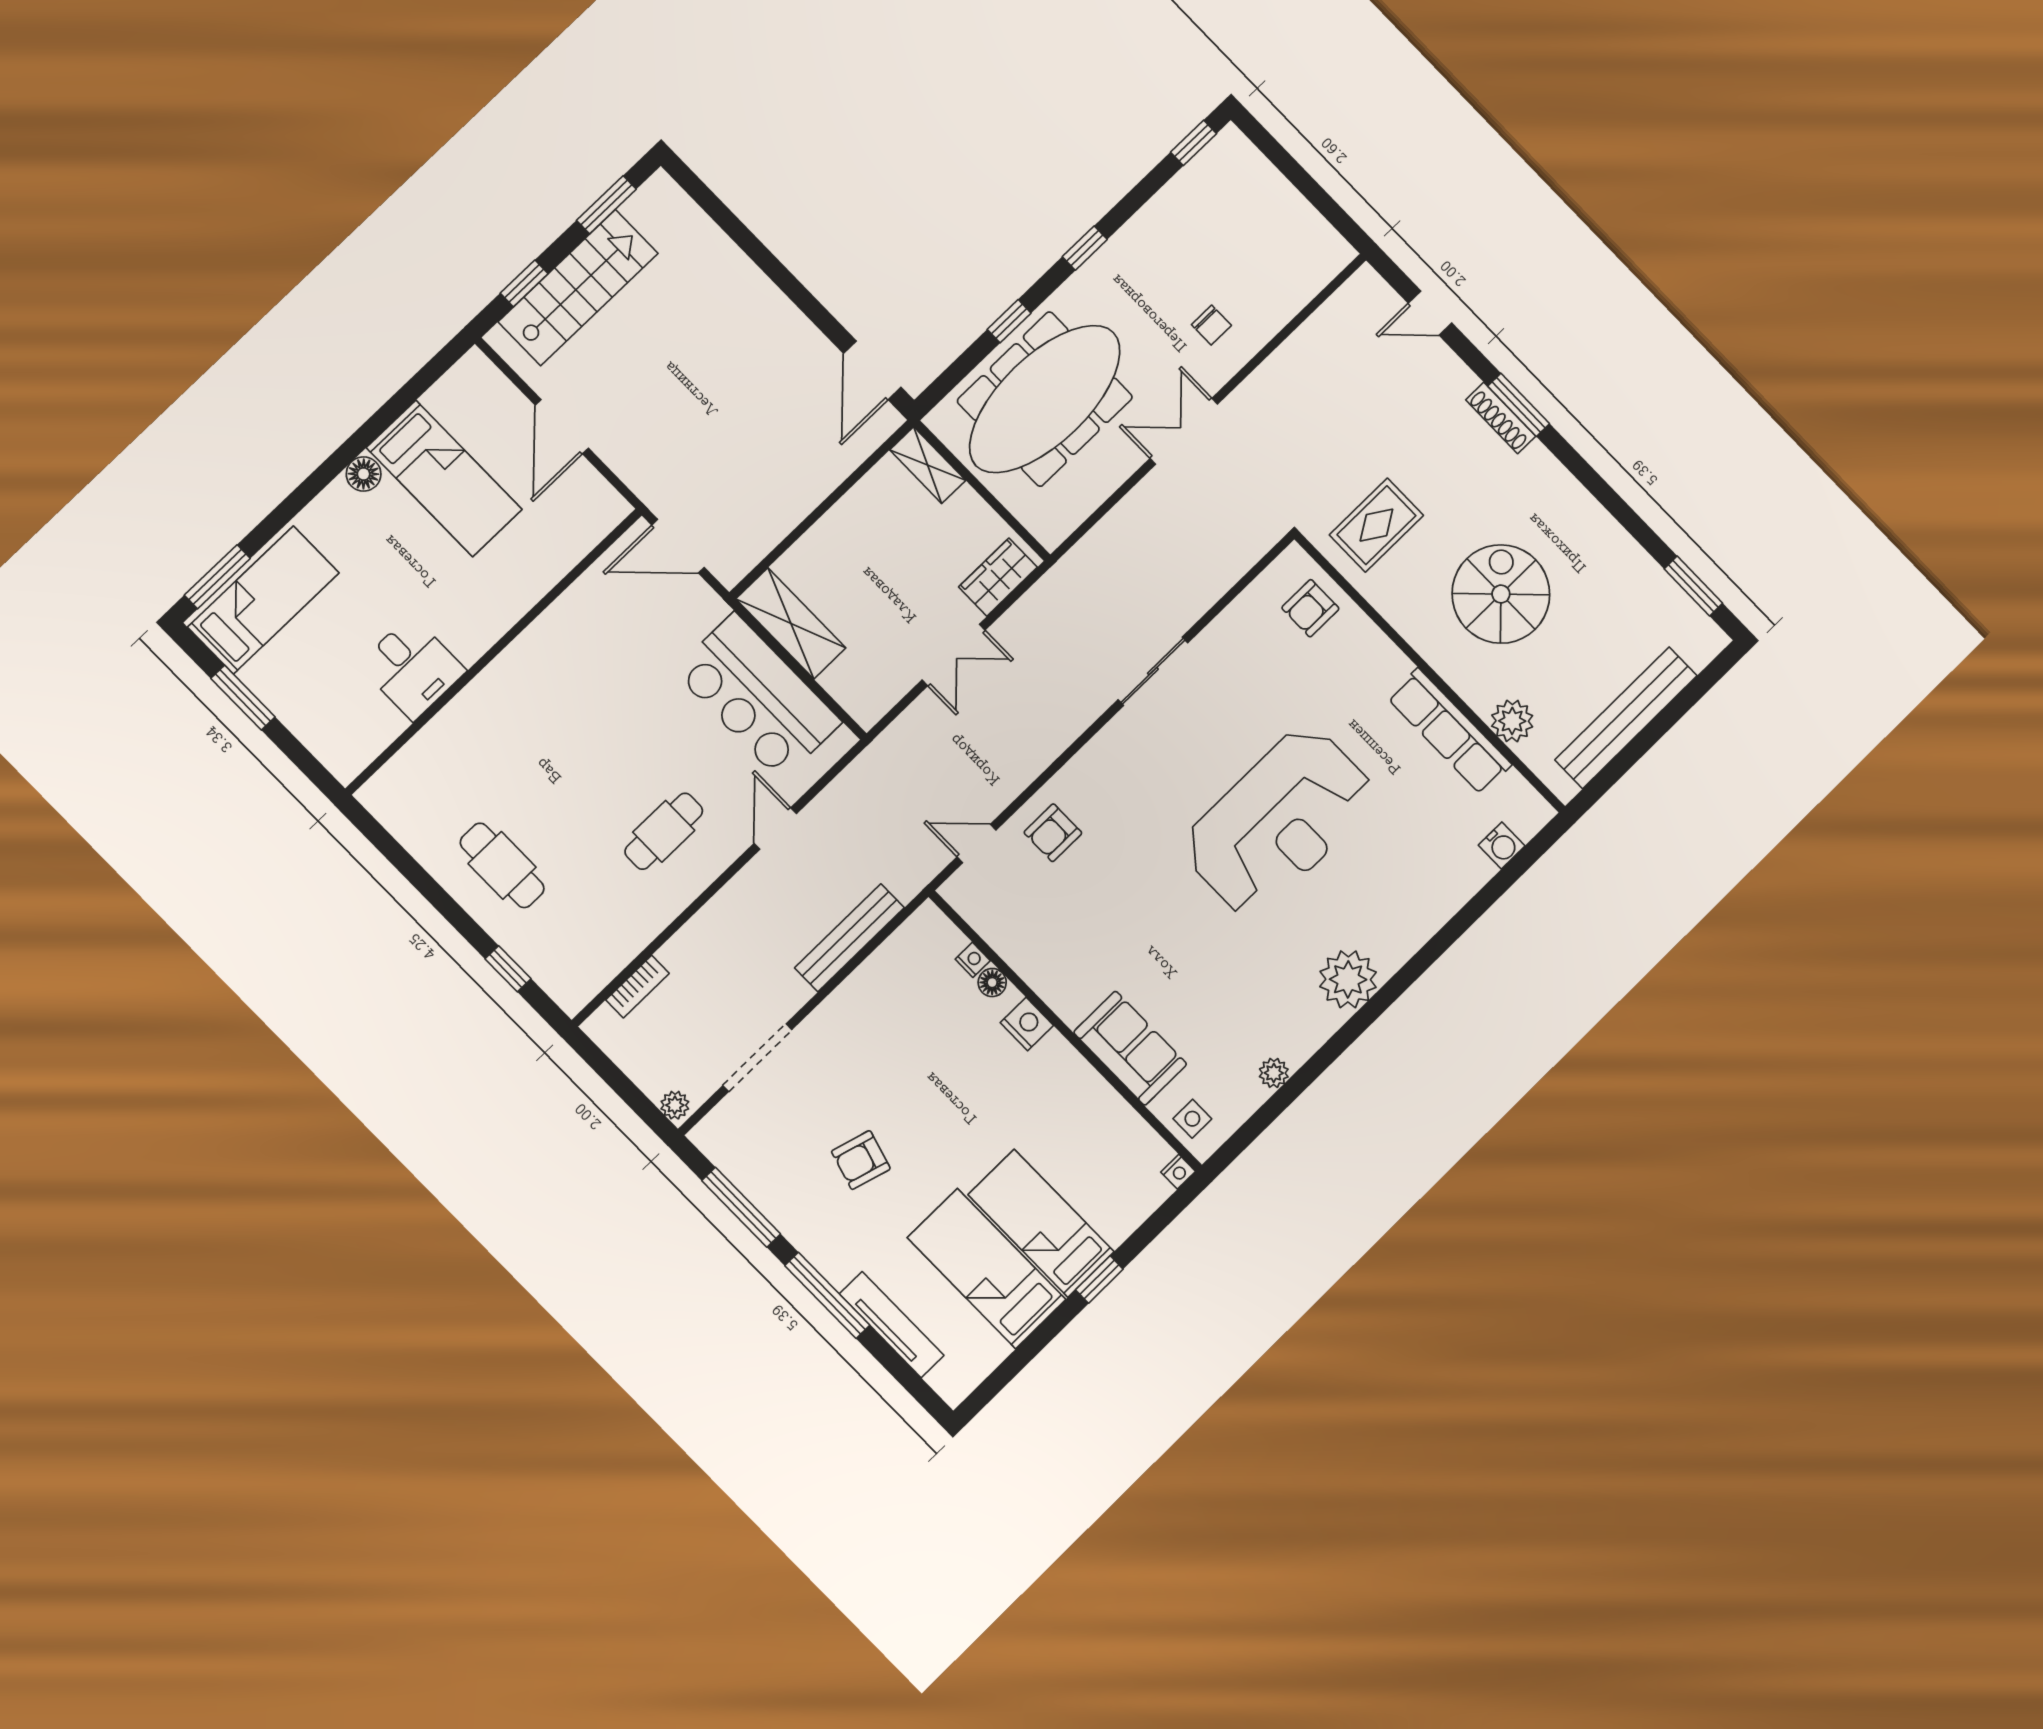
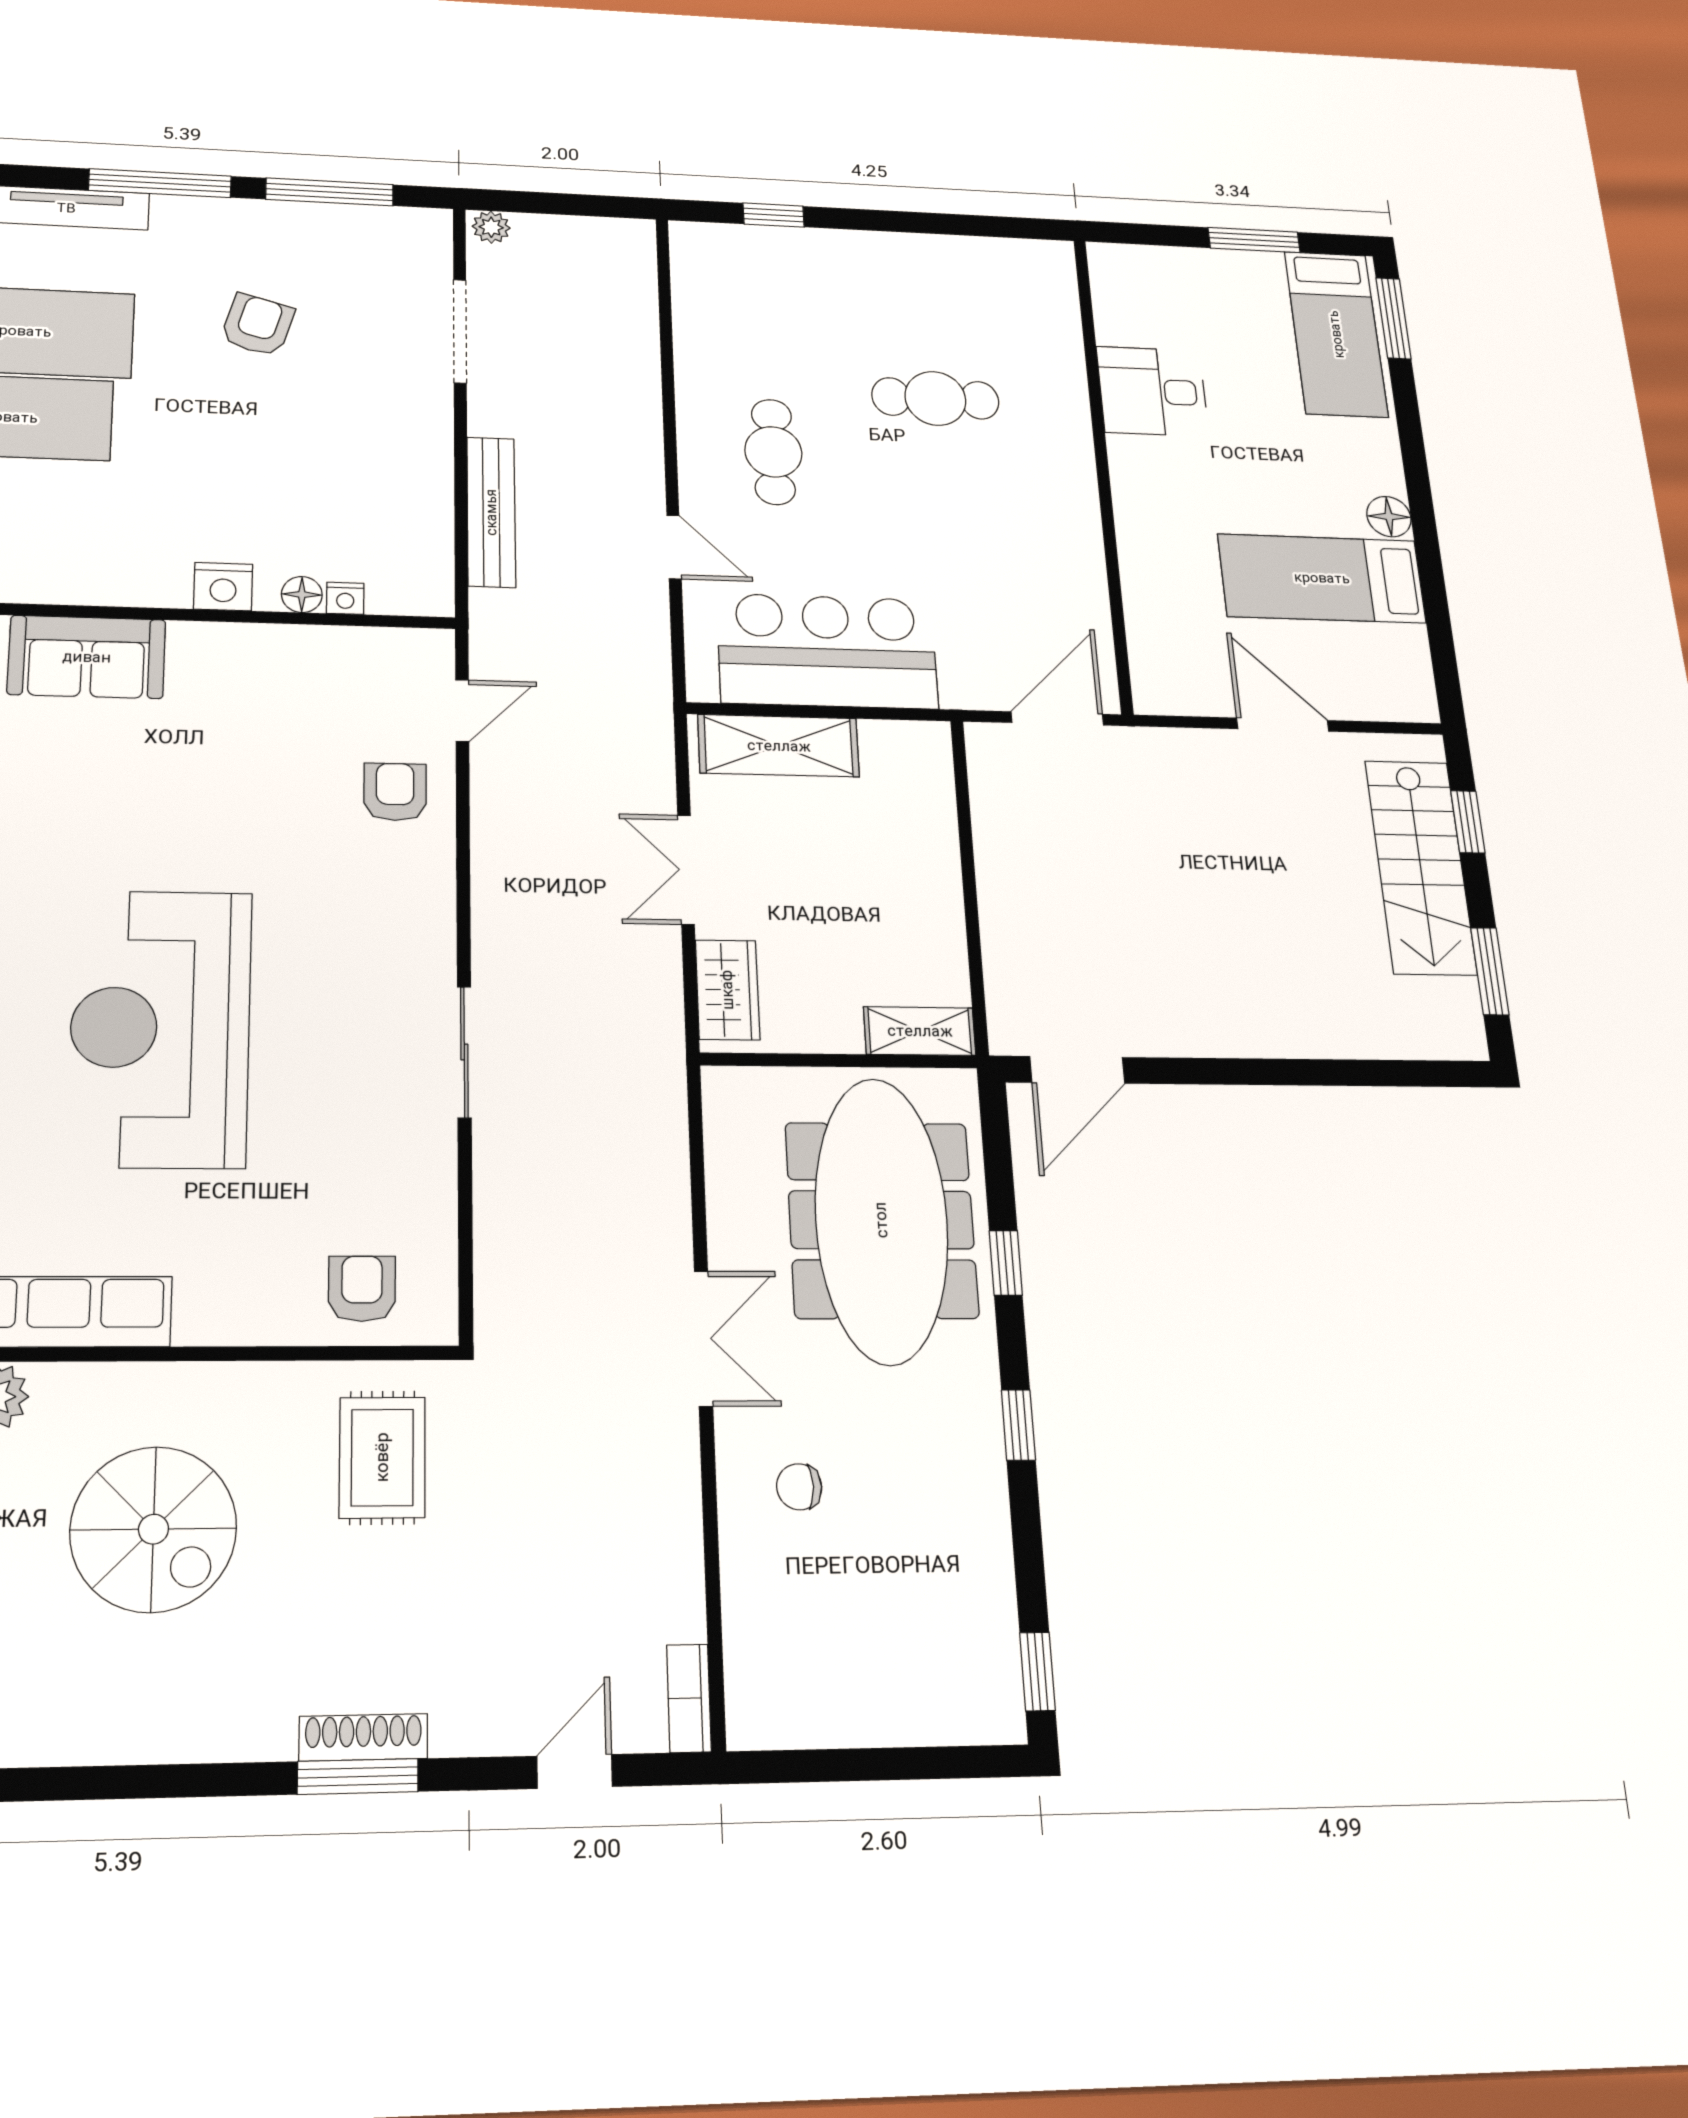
door: (872, 370) -> (1077, 1070), swing flipped
shelving: (791, 623) -> (779, 746), moved
cafe table: (502, 865) -> (935, 398), moved
bookcase: (637, 987) -> (689, 1698), moved

